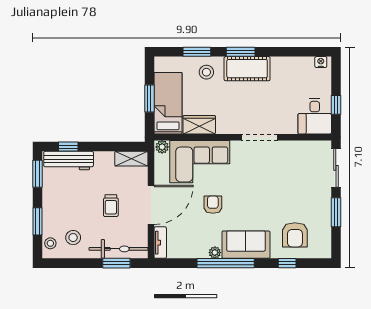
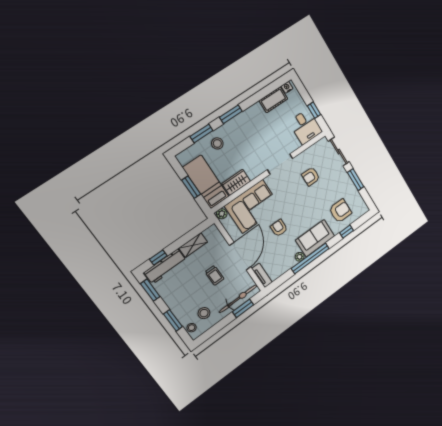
cot: (247, 69) -> (273, 100), moved, width x0.73, depth x0.75
shelving: (131, 159) -> (193, 245), moved
armchair: (285, 174) -> (311, 176), added
armchair: (295, 235) -> (340, 211), turned -90

